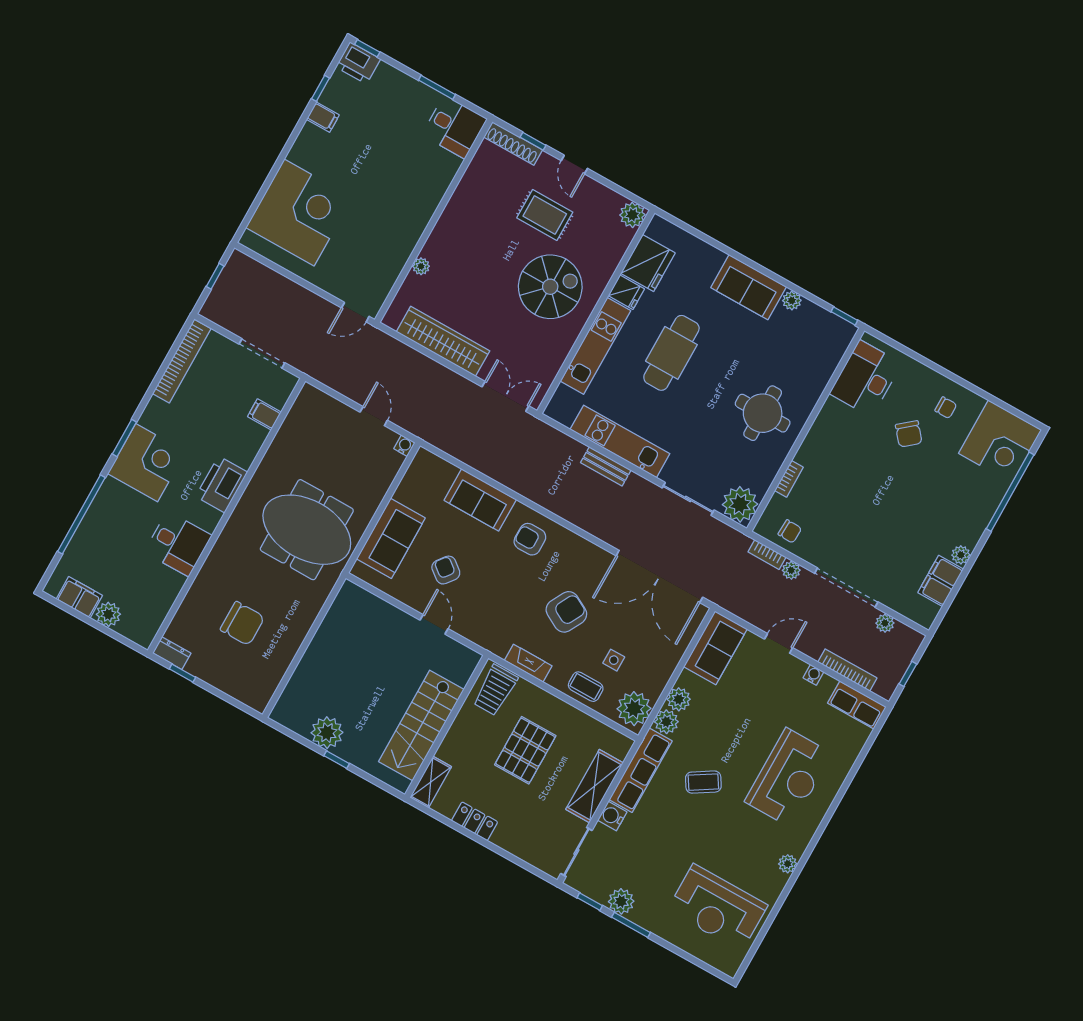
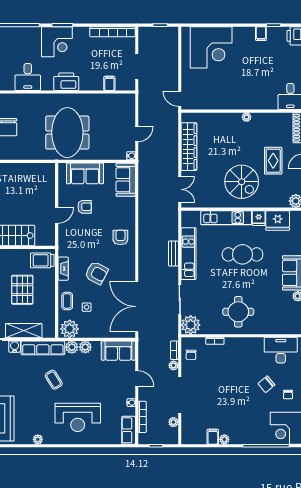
plant: (421, 266) -> (247, 117), moved
sofa: (480, 500) -> (126, 180), moved
armchair: (446, 570) -> (85, 207), turned 52
filing cabinet: (941, 581) -> (213, 437), width x0.50
pallet: (525, 750) -> (22, 290), turned 90

